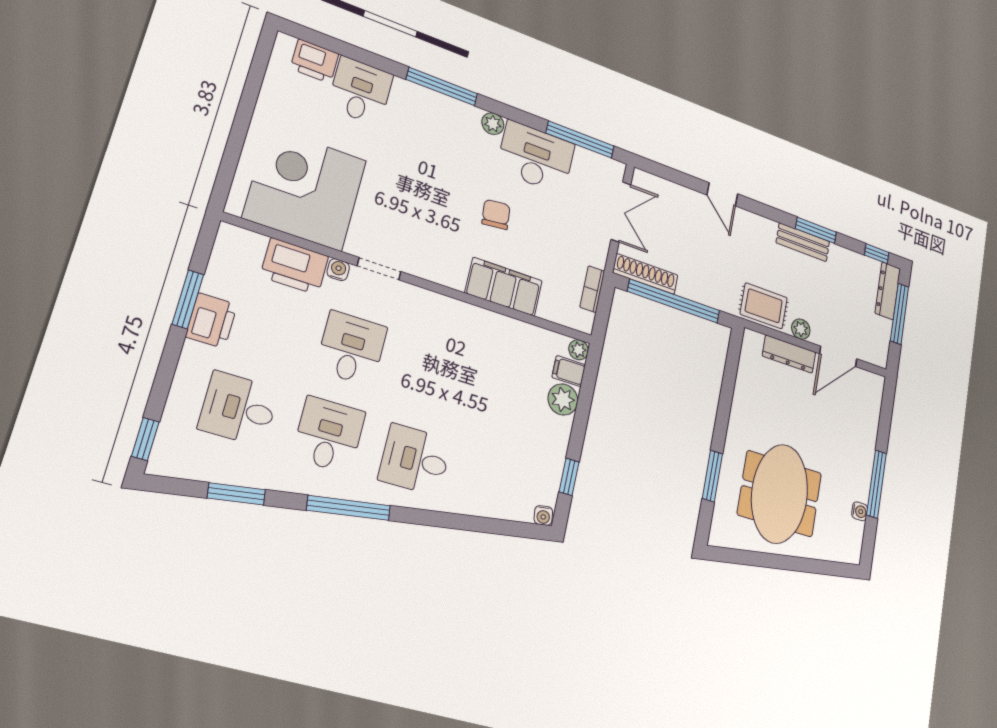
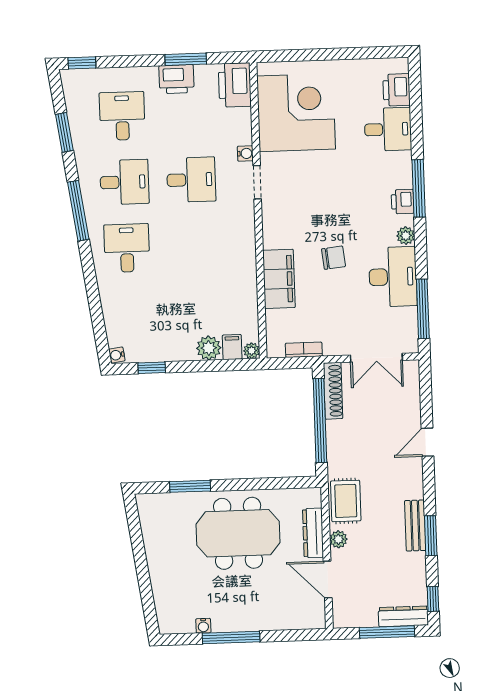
printer: (452, 111) -> (403, 202), added
printer: (294, 266) -> (235, 85), moved
meeting table: (780, 494) -> (238, 533), moved

